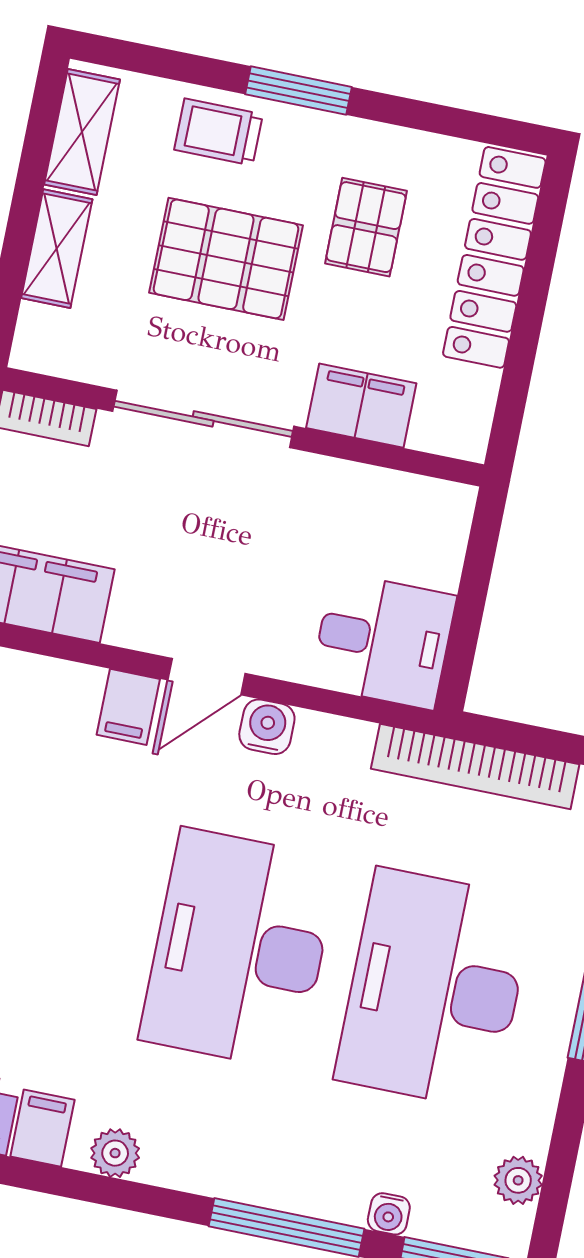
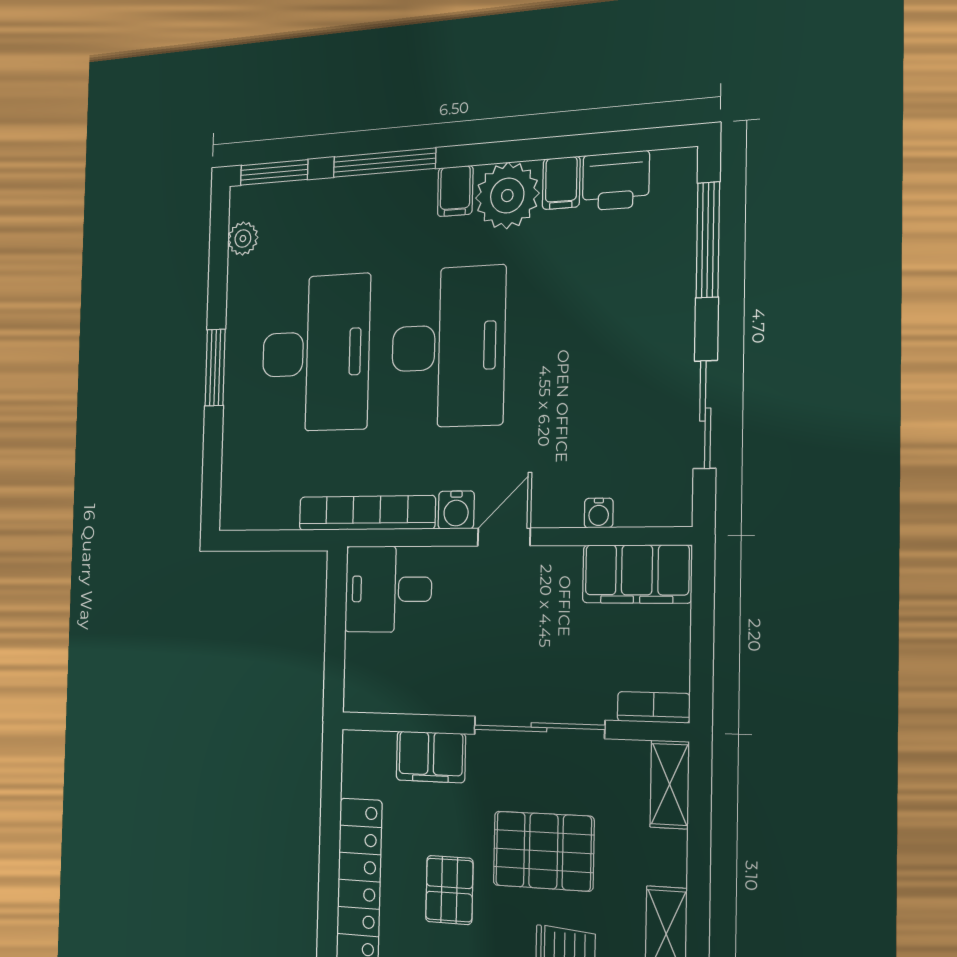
shelving: (57, 249) -> (670, 784), moved
filing cabinet: (128, 707) -> (455, 191), moved, turned 180
bookcase: (475, 767) -> (367, 513), moved
plant: (115, 1153) -> (507, 196), width x1.87, depth x1.87
water cooler: (389, 1214) -> (599, 513), moved, turned 180

